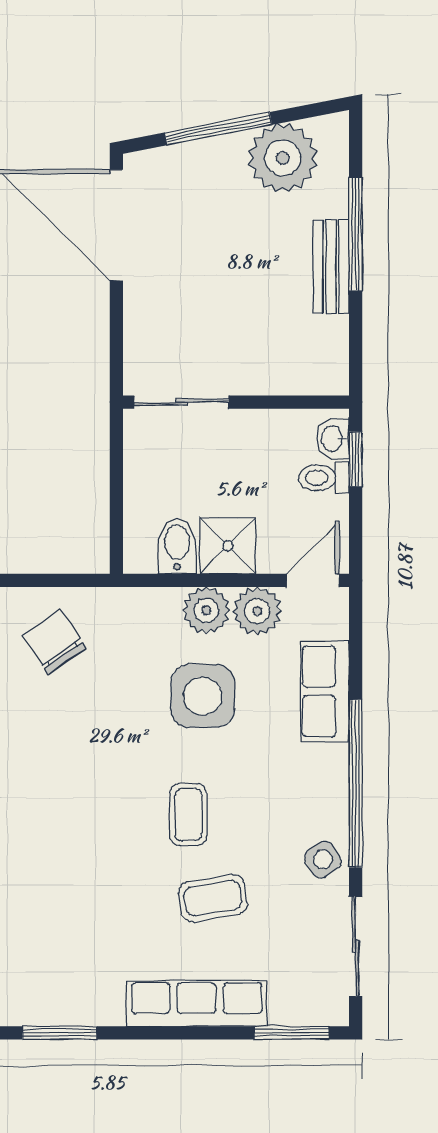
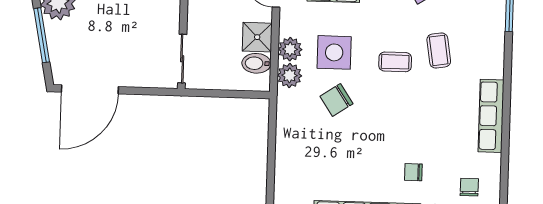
plant: (257, 611) -> (290, 75), moved
chair: (54, 642) -> (336, 100), moved
row of seats: (197, 1003) -> (491, 116), moved
window: (59, 1033) -> (506, 132), removed

